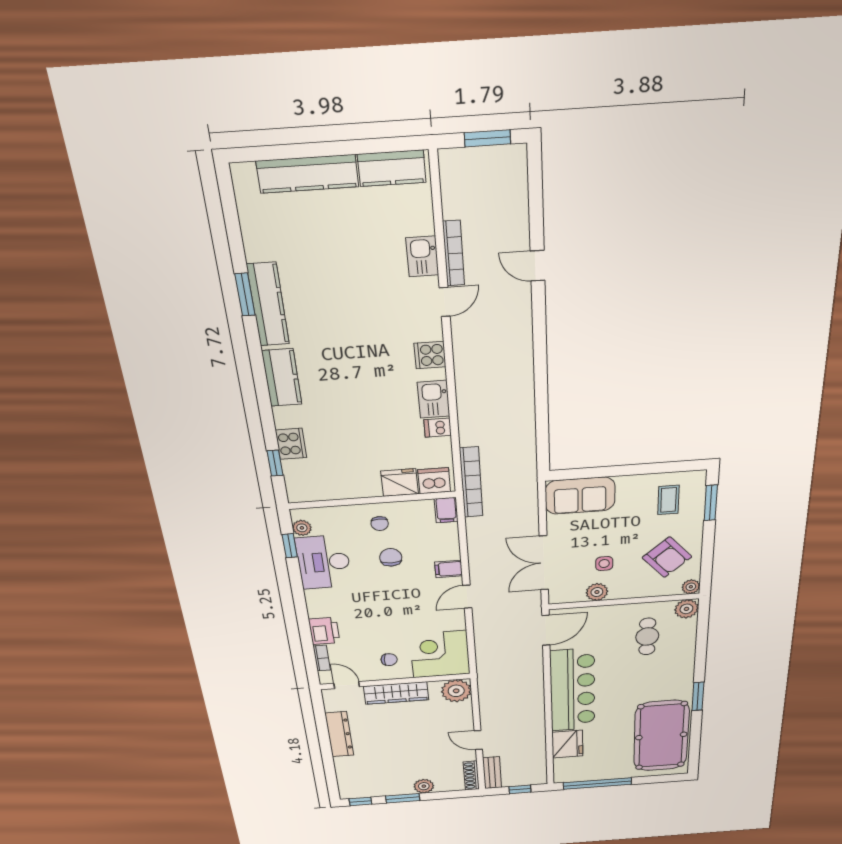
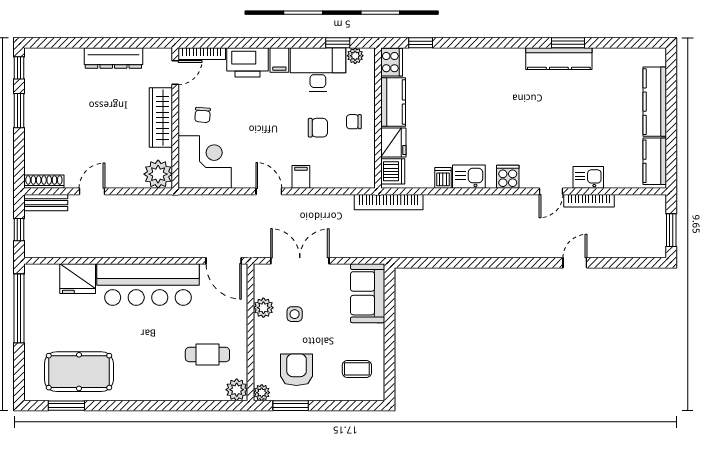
door: (445, 302) -> (551, 191), hinge flipped
kitchen counter: (282, 378) -> (393, 102), moved, turned -90
cooker: (291, 444) -> (392, 62), moved, turned -90
window: (711, 503) -> (291, 406), moved
filing cabinet: (446, 510) -> (279, 60), moved, turned -90
armchair: (667, 557) -> (296, 370), turned 131
printer: (324, 631) -> (247, 62), width x1.37, depth x1.19
bookcase: (322, 658) -> (202, 54), width x1.56
window: (698, 696) -> (66, 406), moved
pool table: (661, 736) -> (79, 372), width x0.73, depth x0.76
plant: (424, 786) -> (34, 133), removed

